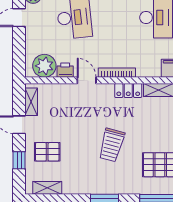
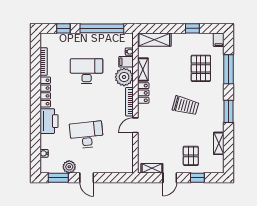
plant: (44, 66) -> (124, 77), moved
printer: (65, 70) -> (127, 142), removed
shelving: (47, 188) -> (219, 143), moved

